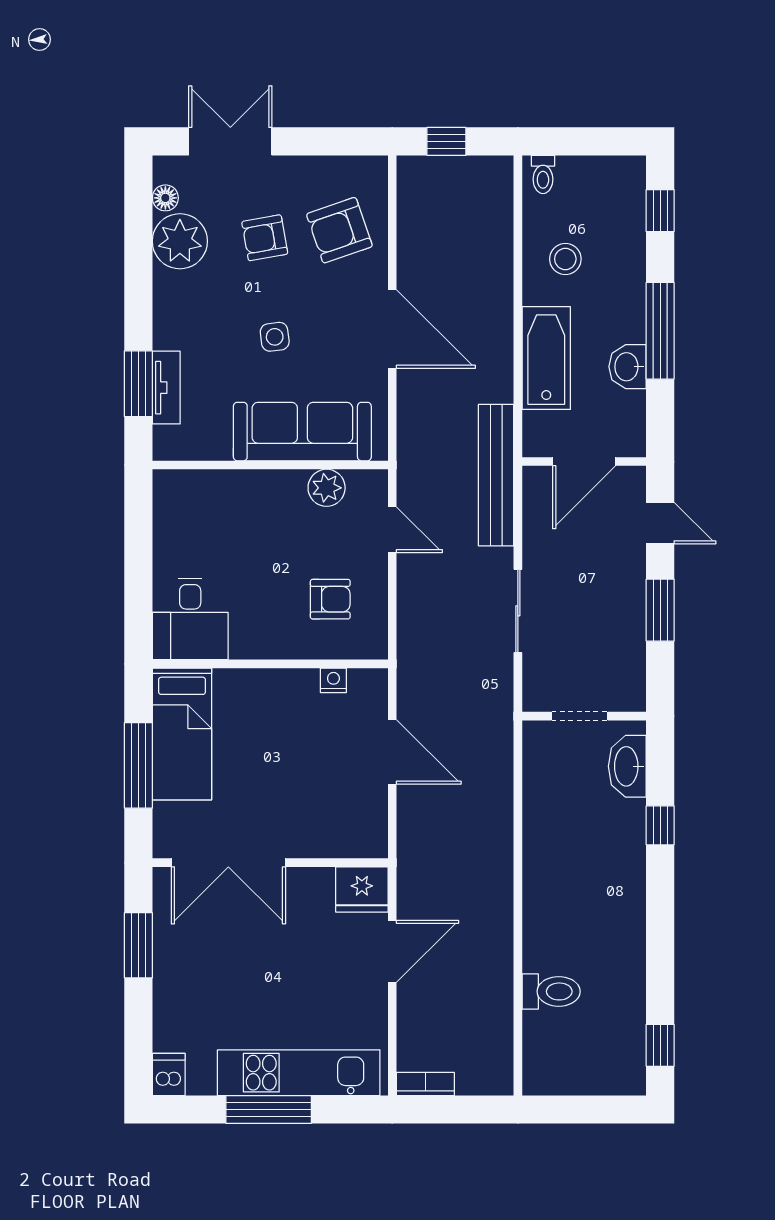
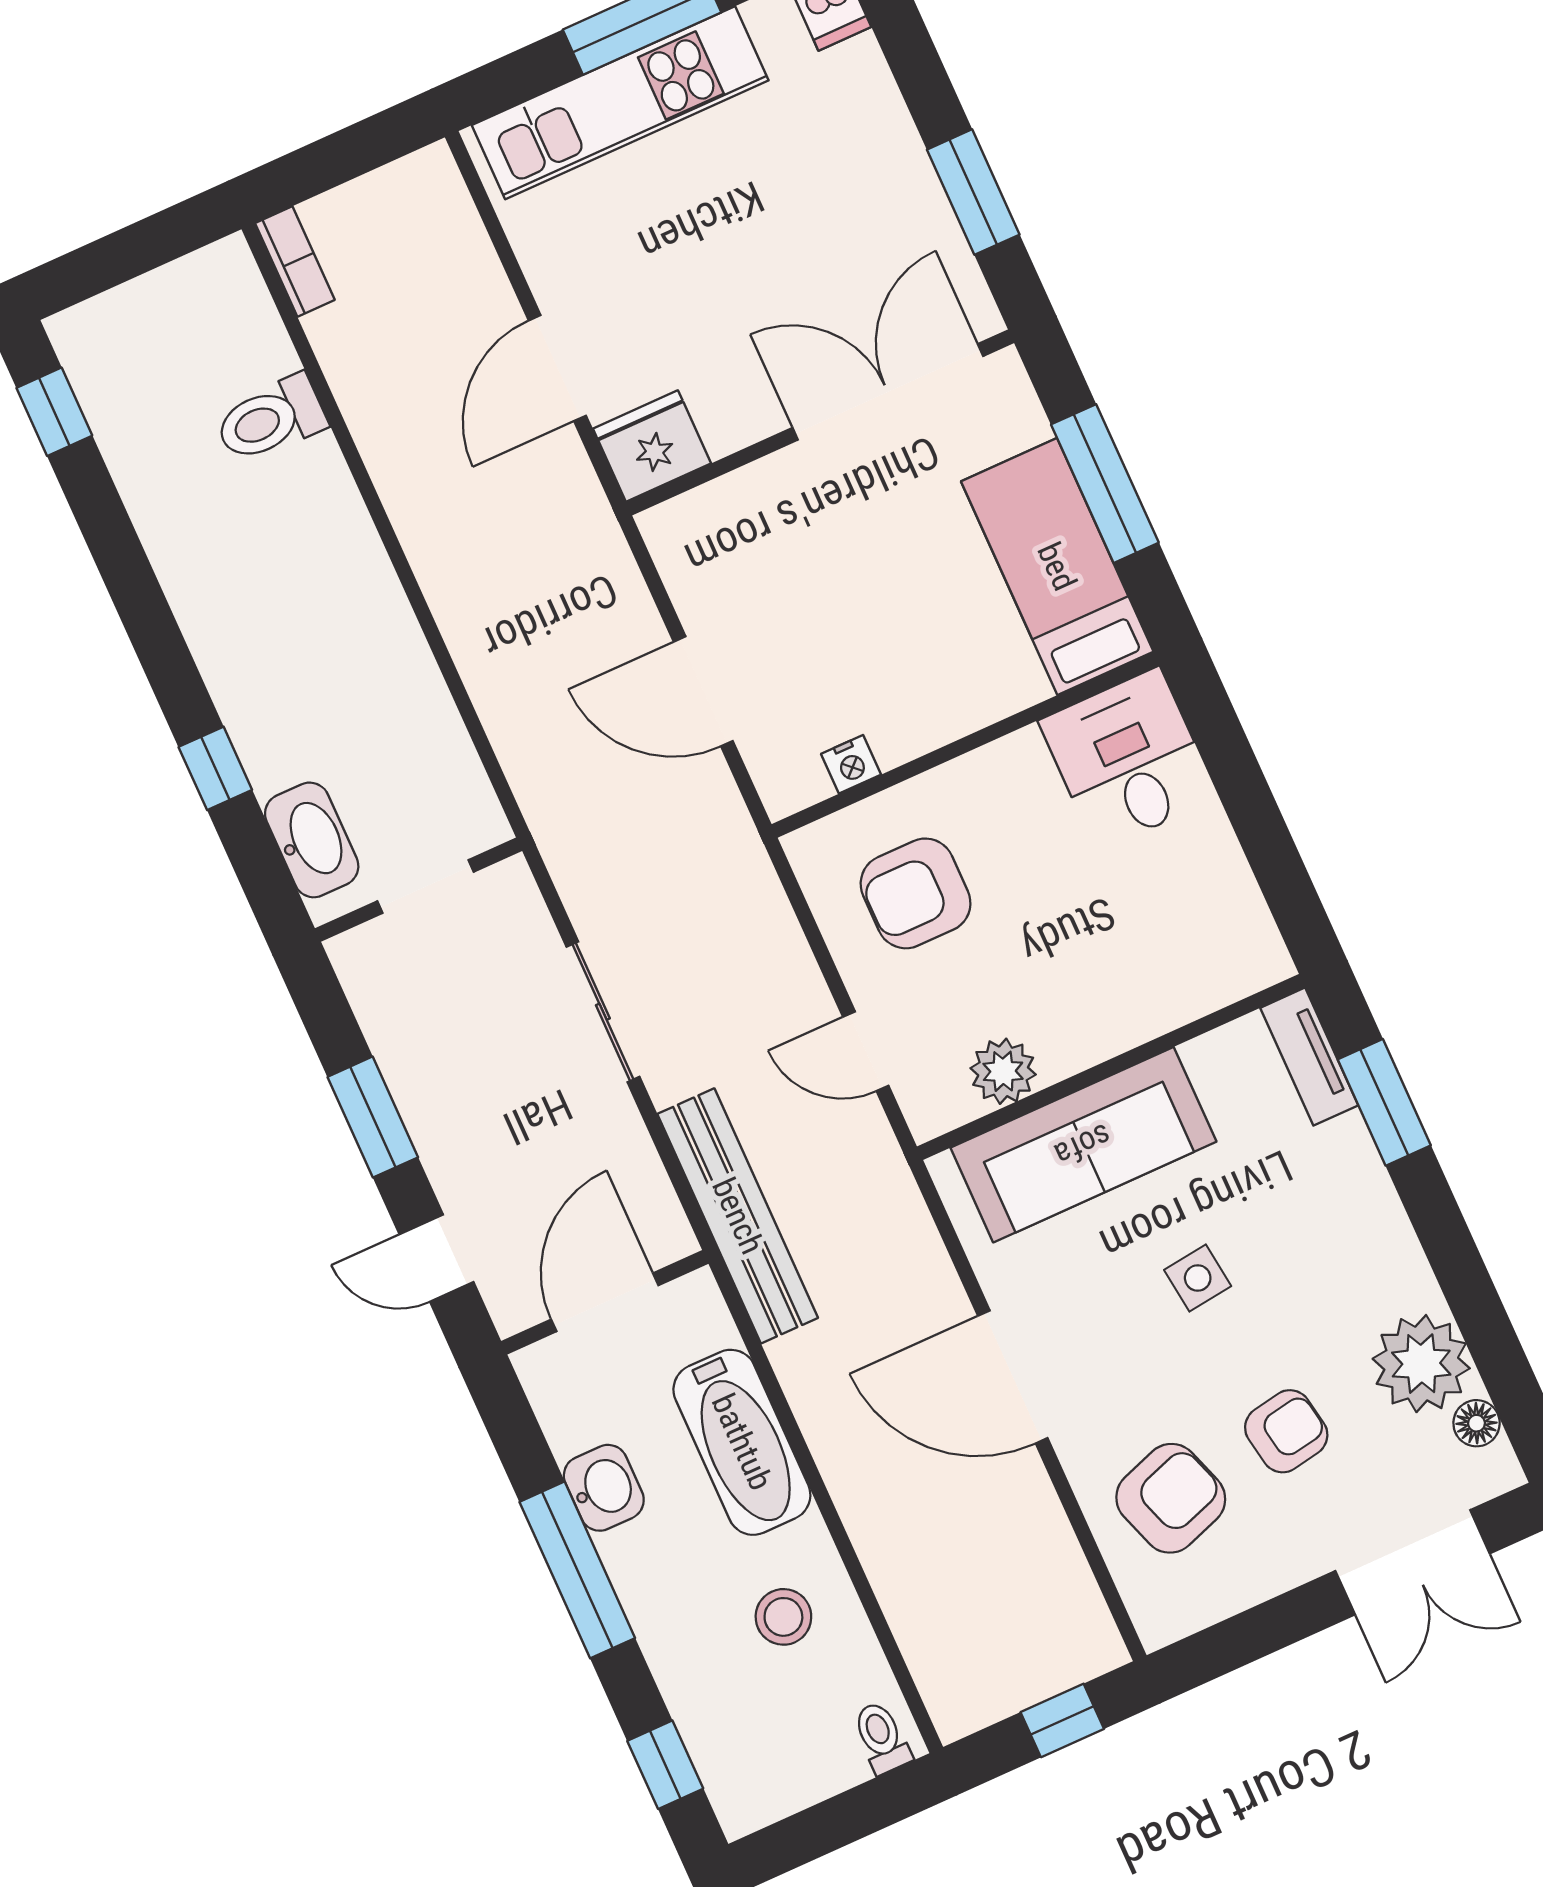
tv unit: (166, 388) -> (1309, 1057), moved
armchair: (330, 599) -> (916, 893), width x1.38, depth x1.38
bookcase: (425, 1084) -> (295, 261), moved, turned -90

